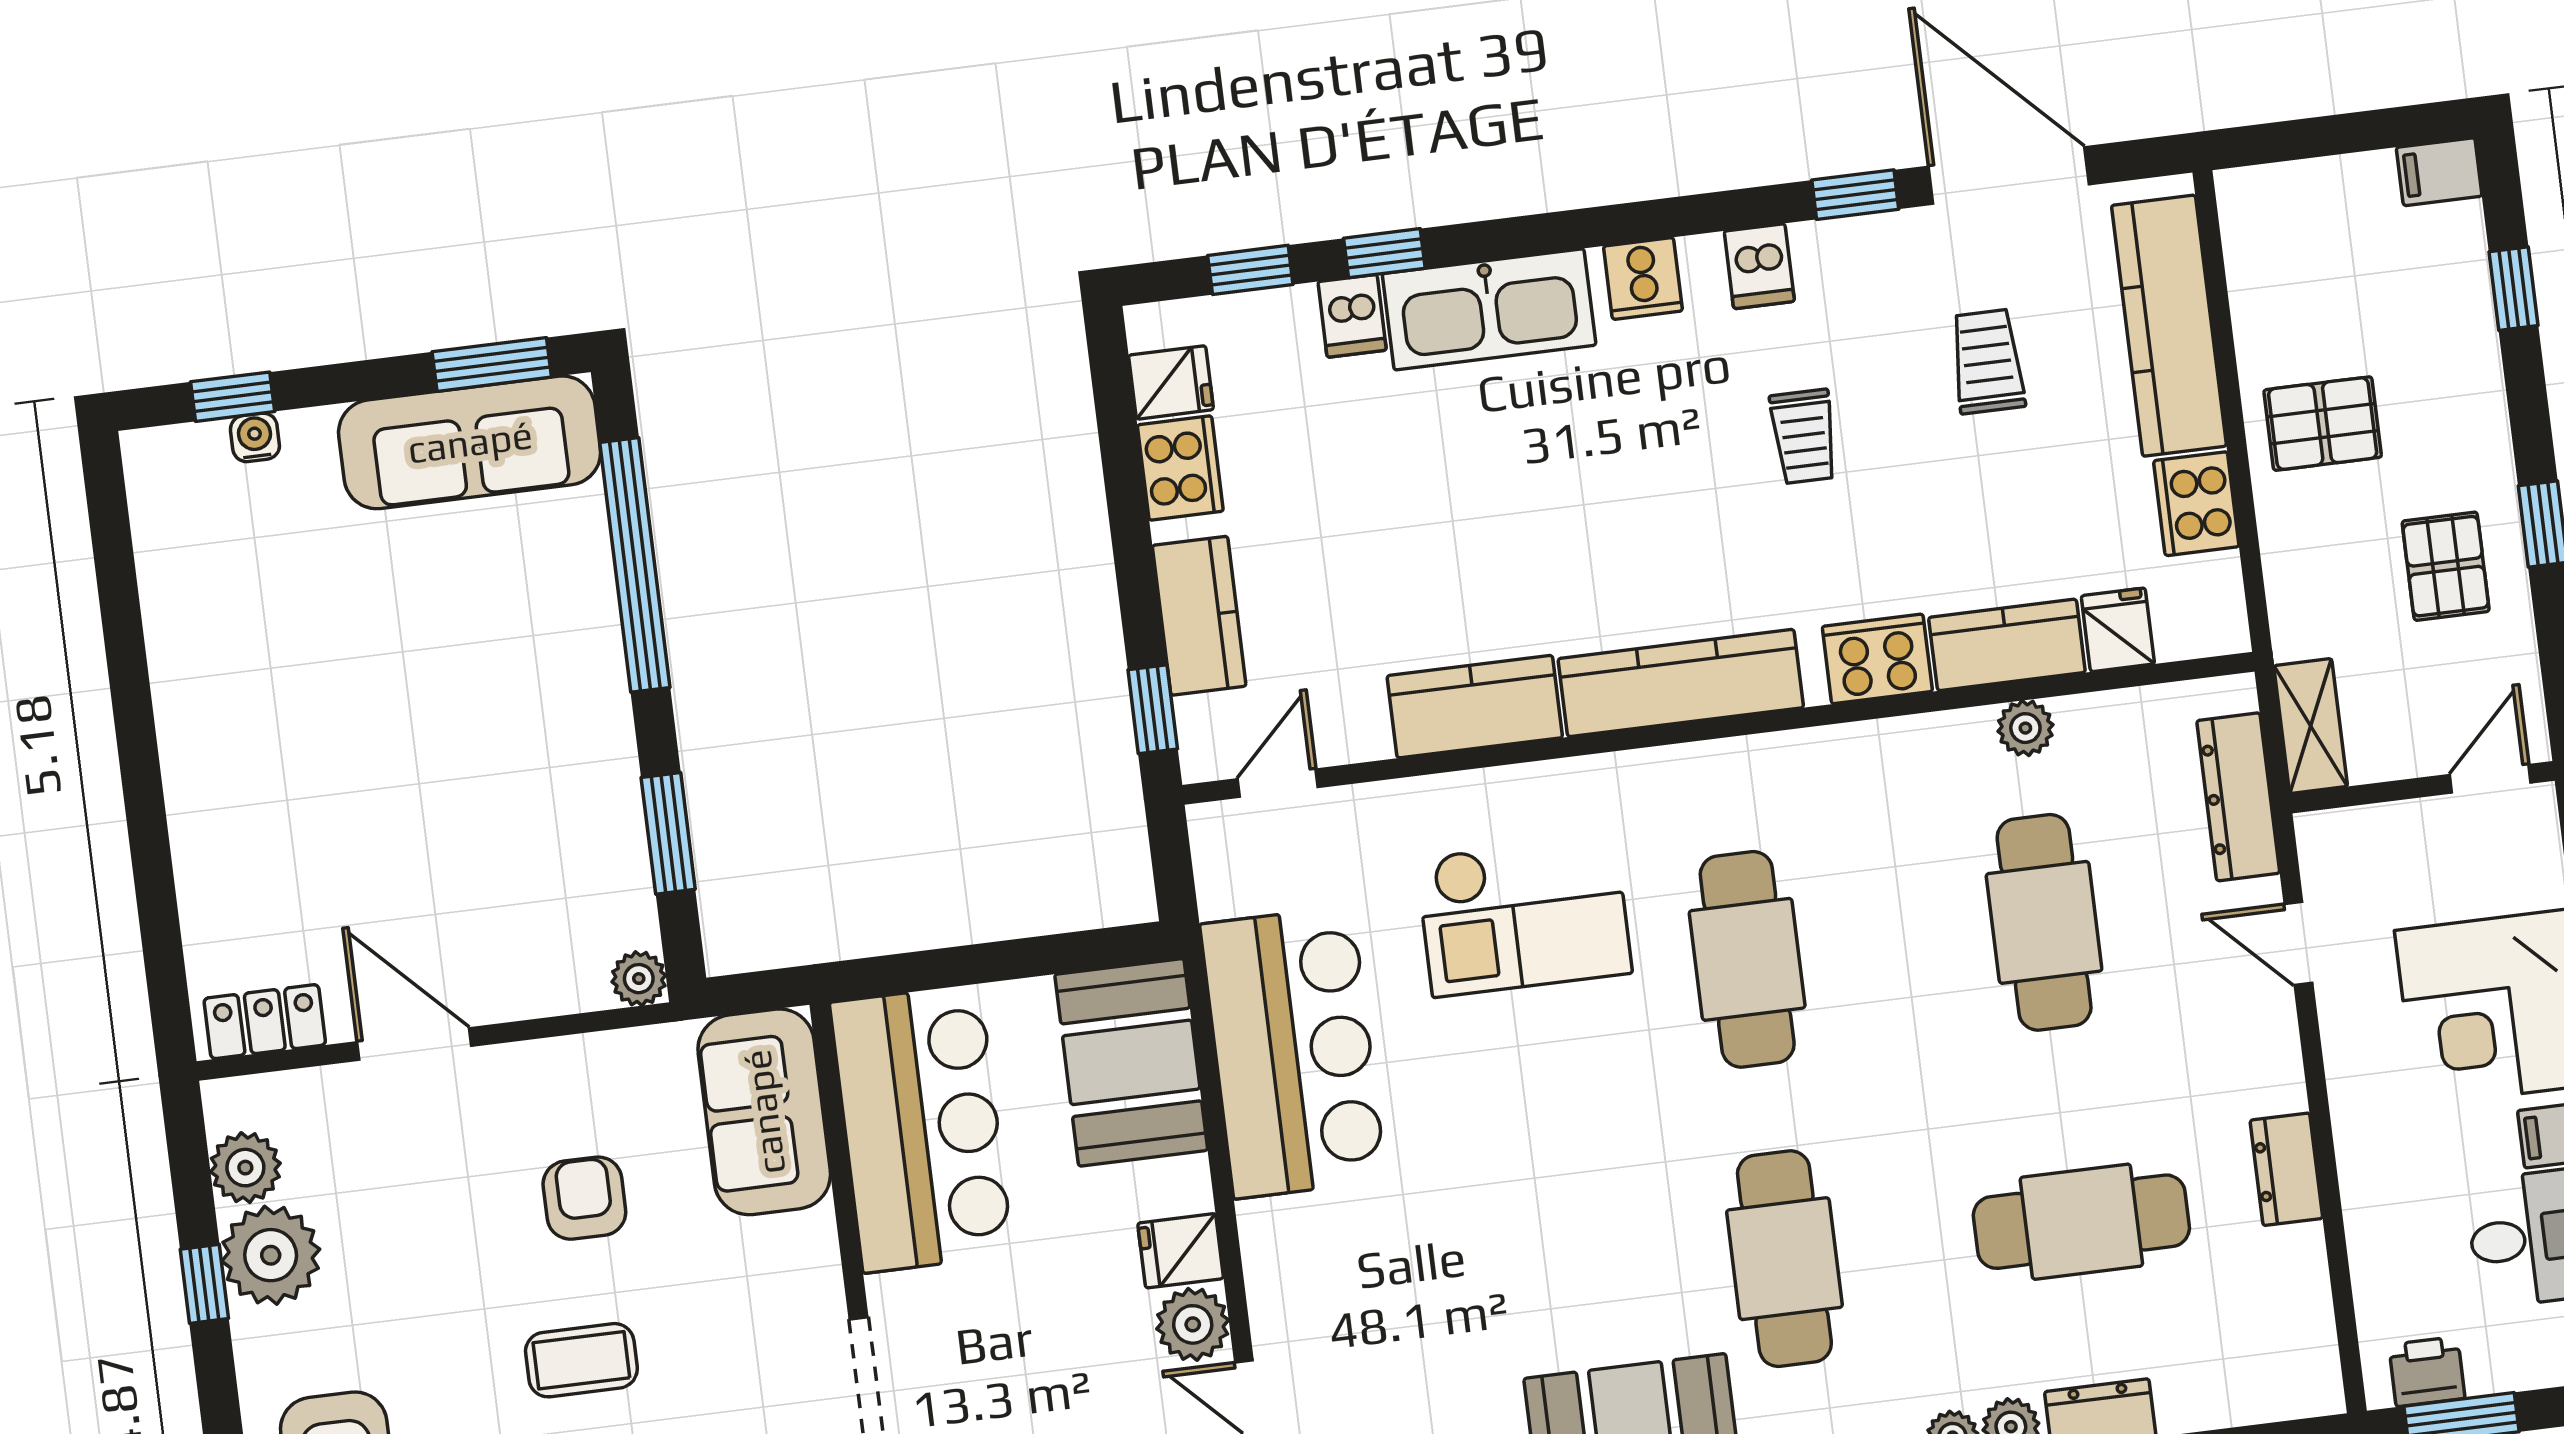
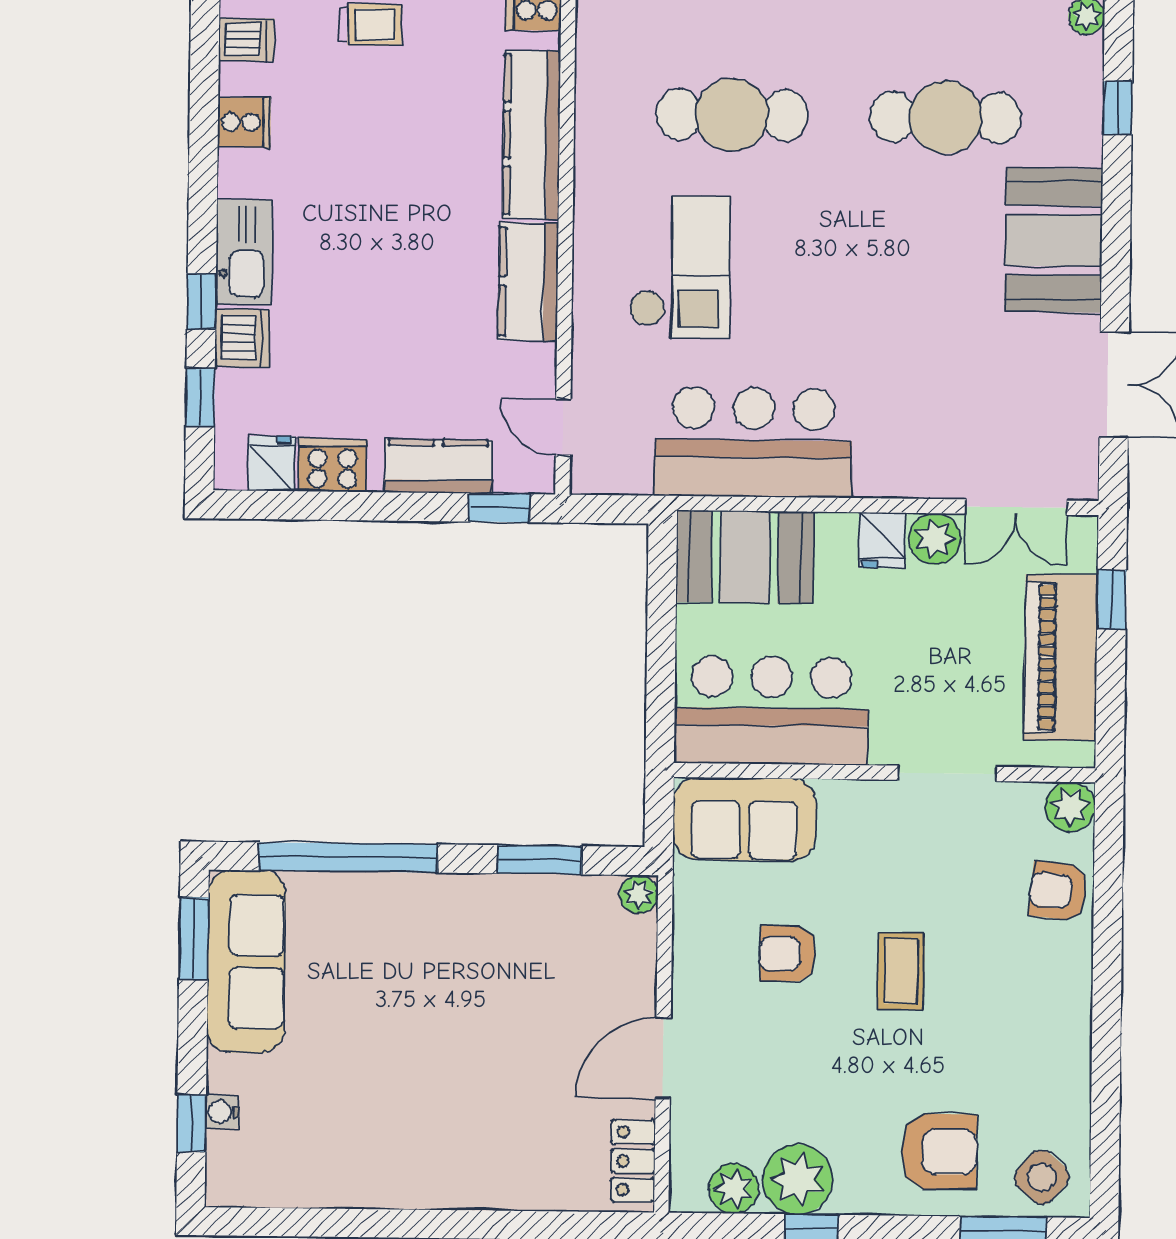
kitchen sink: (1489, 309) -> (244, 252), width x0.73, depth x0.81
dishwasher: (1352, 316) -> (242, 338), width x1.38

